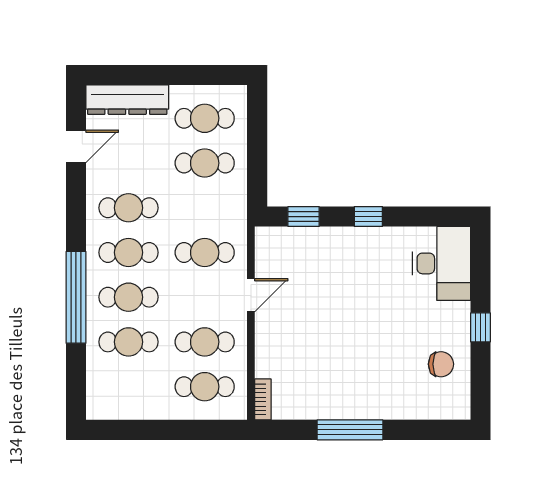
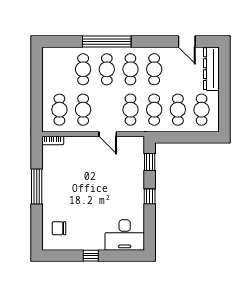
cafe table: (205, 208) -> (154, 110), added
chair: (441, 364) -> (59, 228), moved, turned 90

